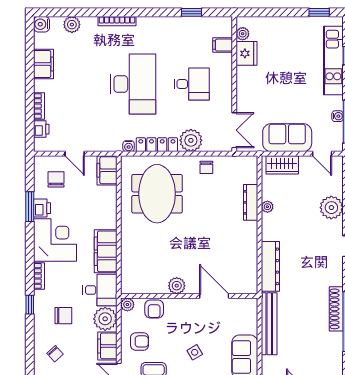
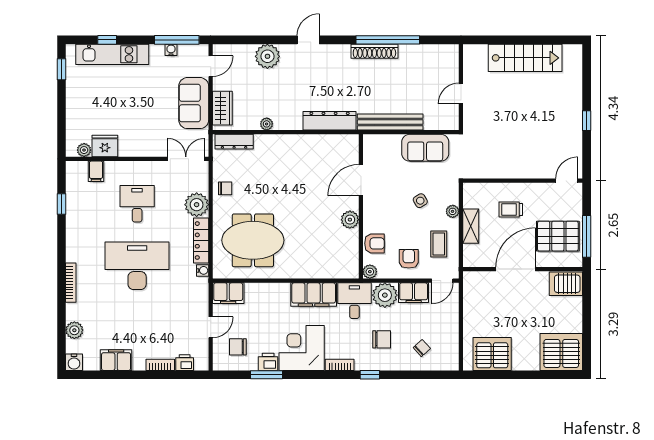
dresser: (251, 202) -> (234, 142), moved
chair: (63, 316) -> (382, 339), turned 90

